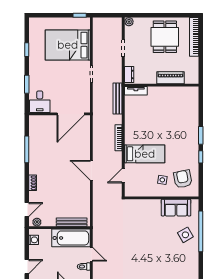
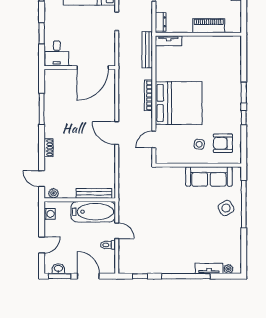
bed: (145, 154) -> (179, 103), width x2.04
armchair: (183, 179) -> (223, 143), turned -79
sofa: (176, 208) -> (209, 177), width x1.36
door: (27, 210) -> (42, 179), swing flipped

